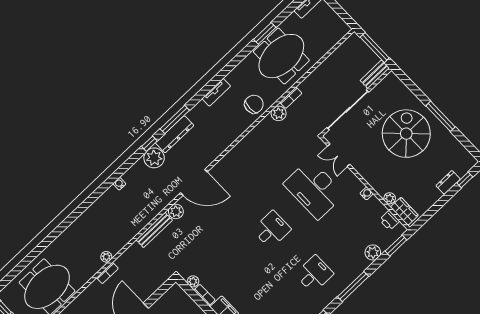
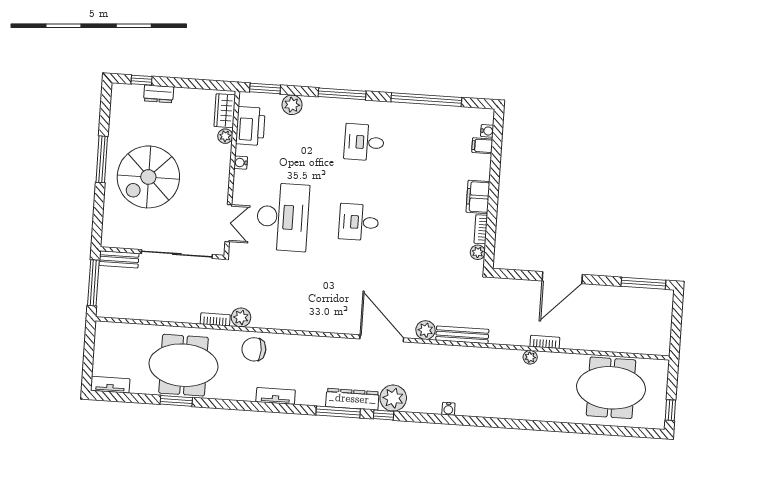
printer: (389, 220) -> (250, 126), width x1.87, depth x1.48

